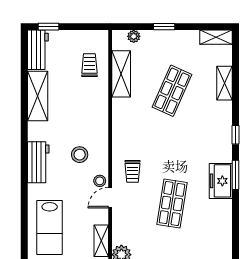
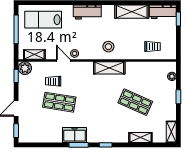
shelving: (121, 74) -> (109, 68), moved
stool: (80, 155) -> (108, 47), moved
trolley: (133, 171) -> (53, 81), moved

